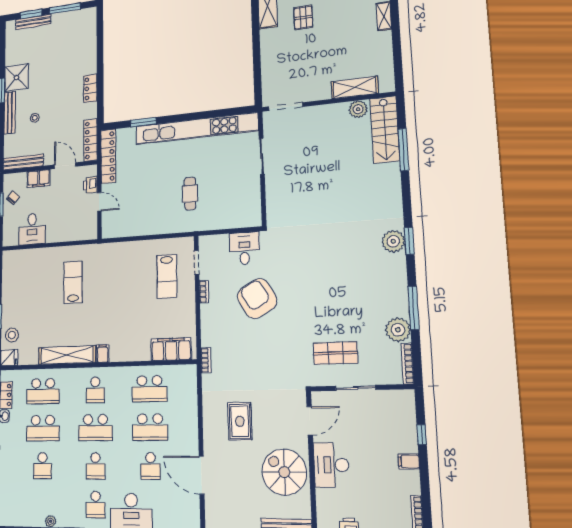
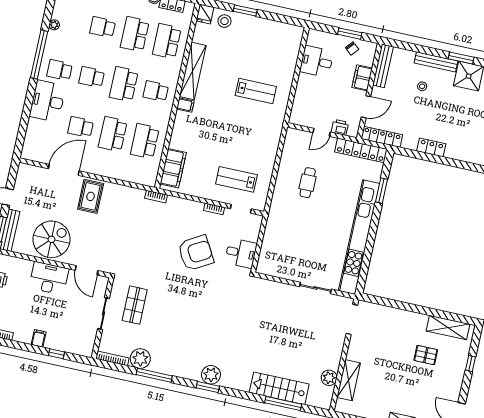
stairs: (385, 130) -> (279, 388), moved
cafe table: (190, 194) -> (308, 183), moved, turned 90
rug: (240, 421) -> (91, 196), moved, turned 90

